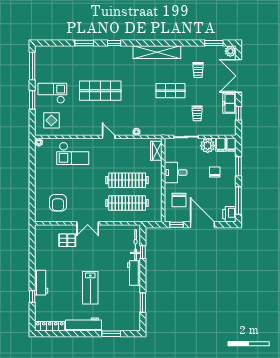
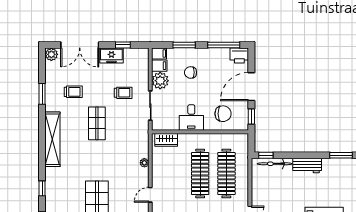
window: (214, 43) -> (42, 94), moved
window: (143, 252) -> (266, 155), moved

